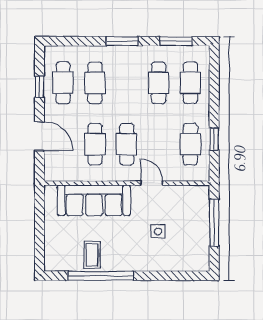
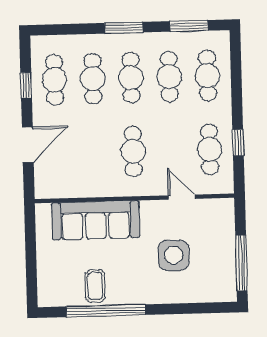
door: (39, 136) -> (28, 145), hinge flipped
cafe table: (95, 144) -> (131, 78), moved
door: (152, 183) -> (182, 197), moved
window: (214, 223) -> (241, 263), moved
side table: (158, 231) -> (174, 255), width x1.87, depth x1.87

